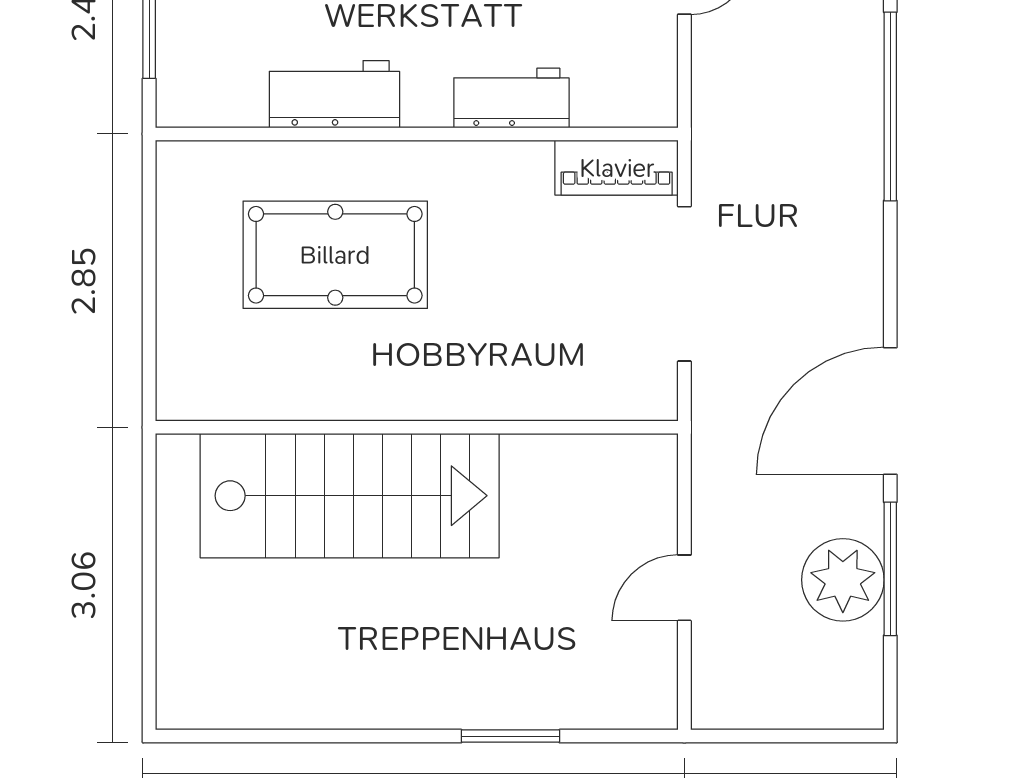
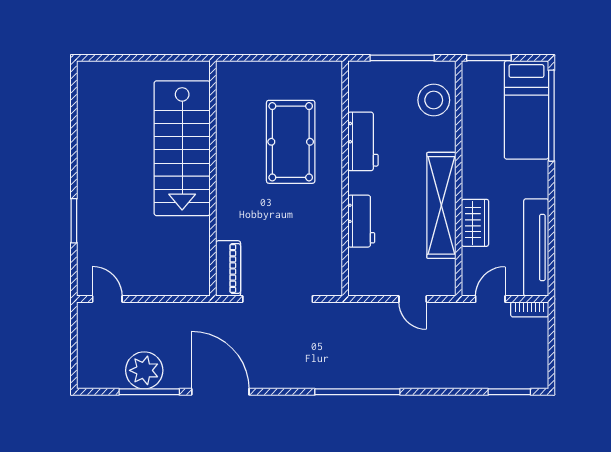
piano: (617, 168) -> (228, 268), moved, turned 180
door: (684, 588) -> (107, 299), moved

